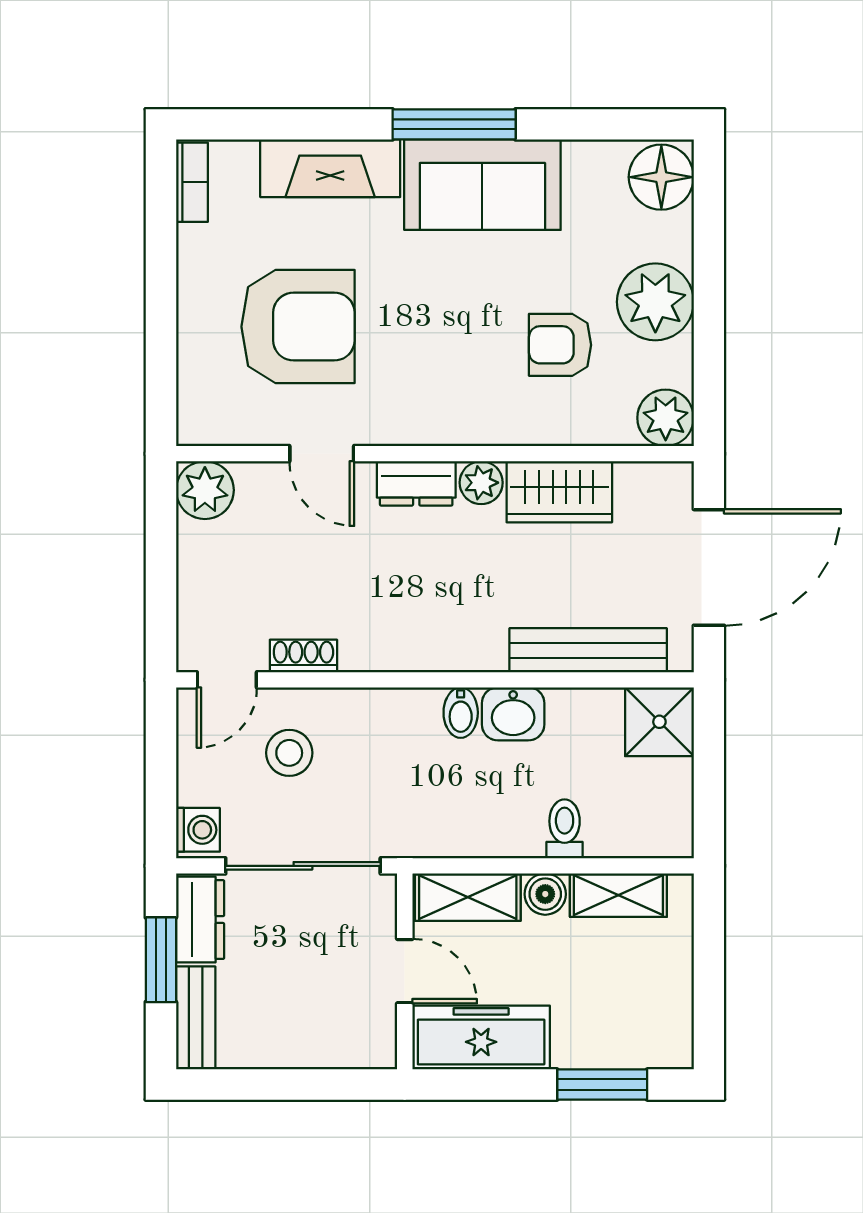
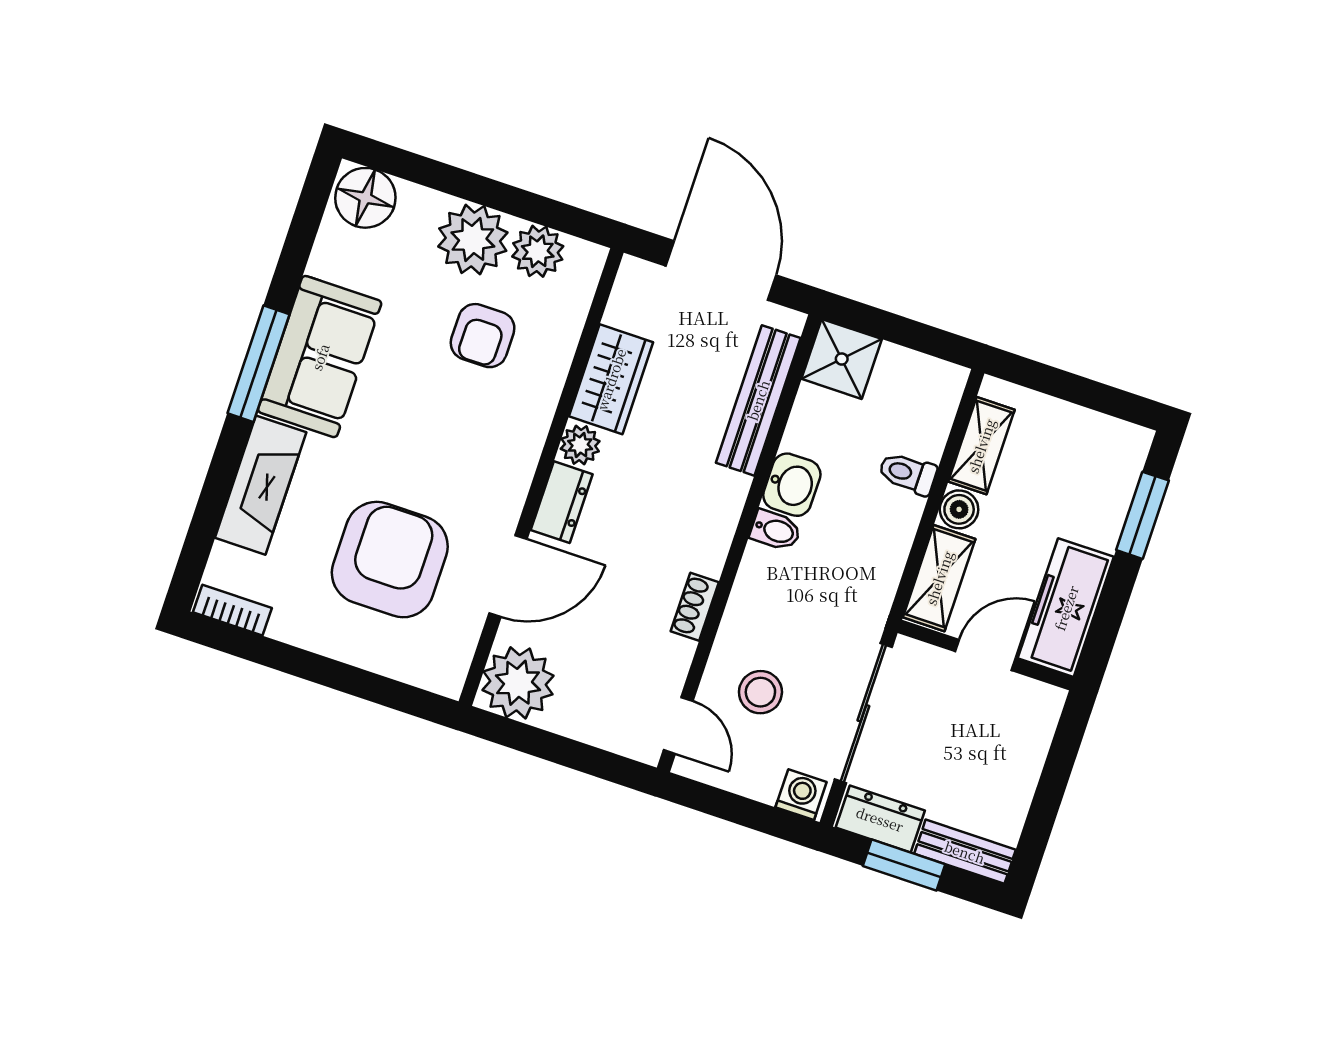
plant: (666, 418) -> (538, 251), moved
door: (322, 454) -> (508, 576), width x1.38
plant: (205, 490) -> (518, 683), width x1.36, depth x1.36
shoe rack: (303, 656) -> (695, 607), moved

